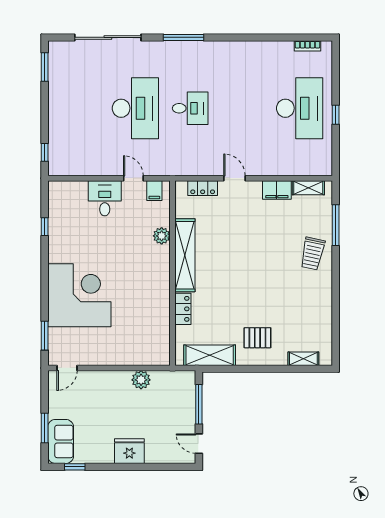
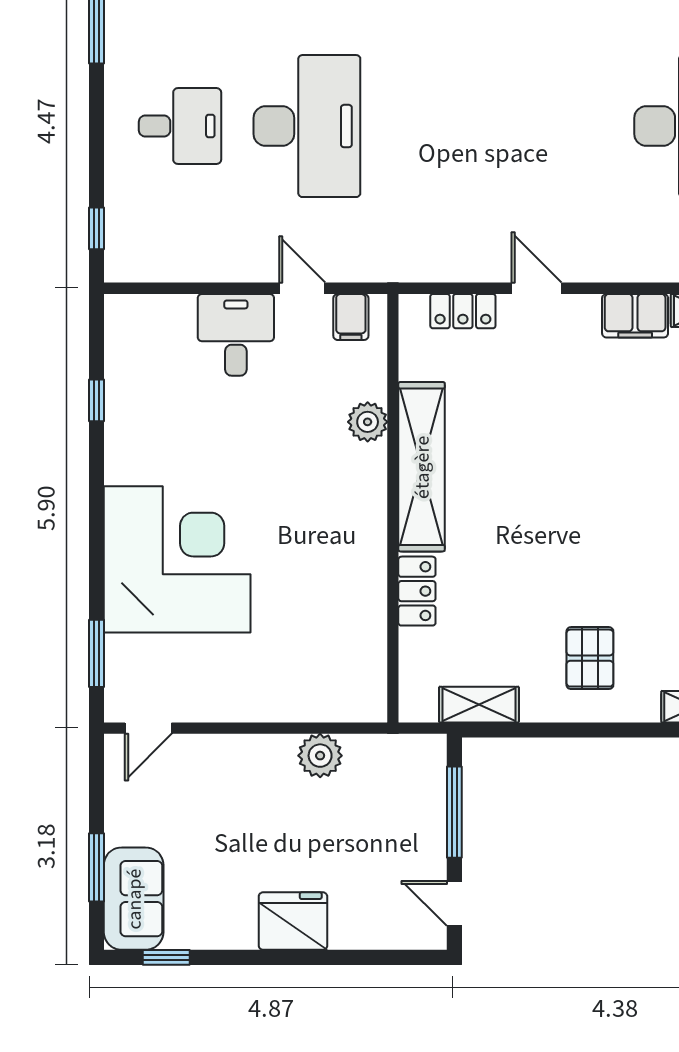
desk: (190, 108) -> (180, 126), moved
pallet: (257, 338) -> (590, 658), turned 90
shelving: (210, 355) -> (479, 705), width x0.67, depth x0.75

